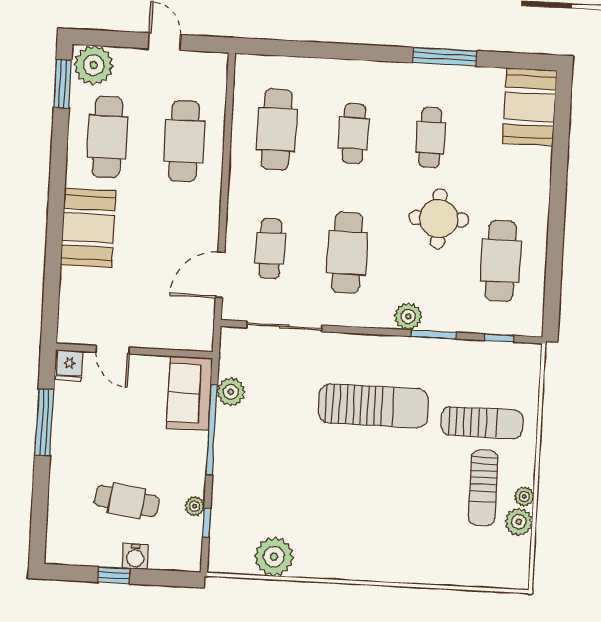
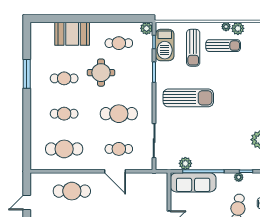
booth: (530, 107) -> (72, 34), moved
cafe table: (501, 261) -> (119, 43), width x0.73, depth x0.74
door: (220, 275) -> (115, 171), moved
plant: (408, 316) -> (147, 28), moved
barbecue: (491, 361) -> (165, 45), added
sofa: (190, 393) -> (193, 182), width x1.36
sun lounger: (373, 406) -> (188, 98), turned 90
sun lounger: (482, 422) -> (193, 48), turned 180

